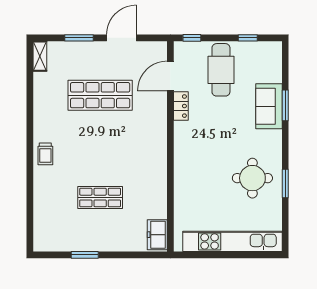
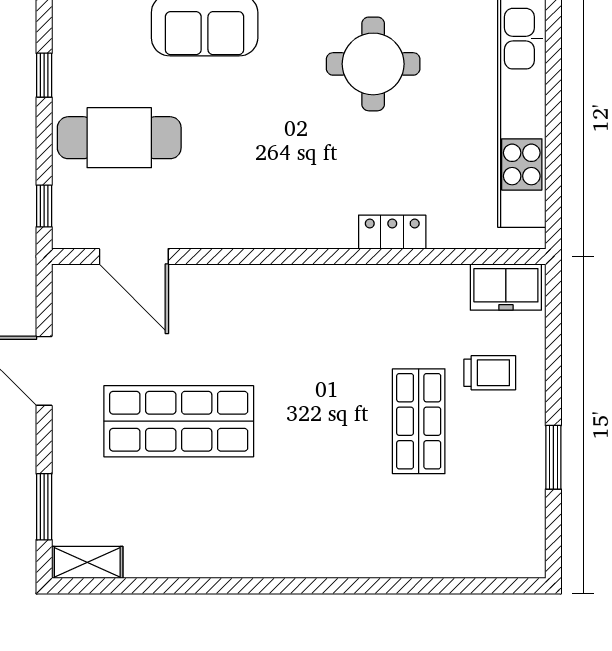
window: (79, 38) -> (44, 507), moved
shop shelf: (100, 95) -> (179, 421), turned 90
locker: (181, 106) -> (392, 232), moved
trolley: (45, 154) -> (490, 373), moved

